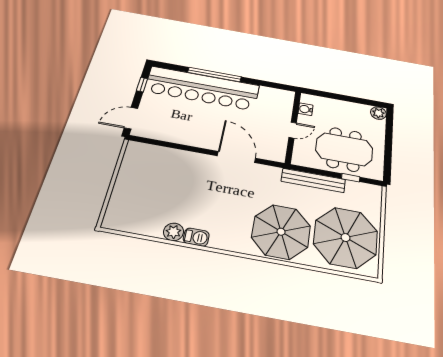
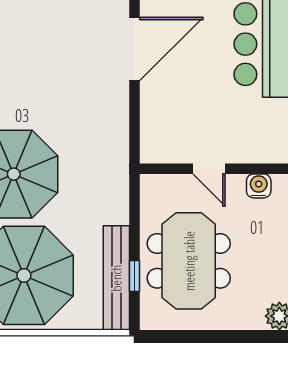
door: (236, 157) -> (135, 49), moved
bench: (313, 180) -> (116, 278), moved

